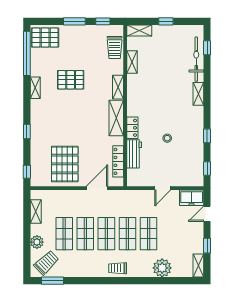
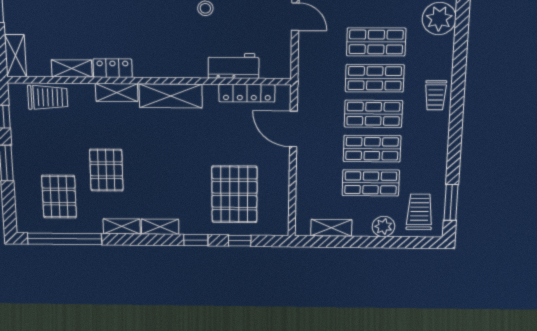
pallet: (45, 38) -> (59, 197), moved
shelving: (35, 110) -> (160, 227), added
locker: (132, 128) -> (113, 68), moved
pallet: (65, 164) -> (234, 194), moved, turned 90
window: (27, 172) -> (240, 241), moved
trolley: (46, 263) -> (419, 212), turned 44

